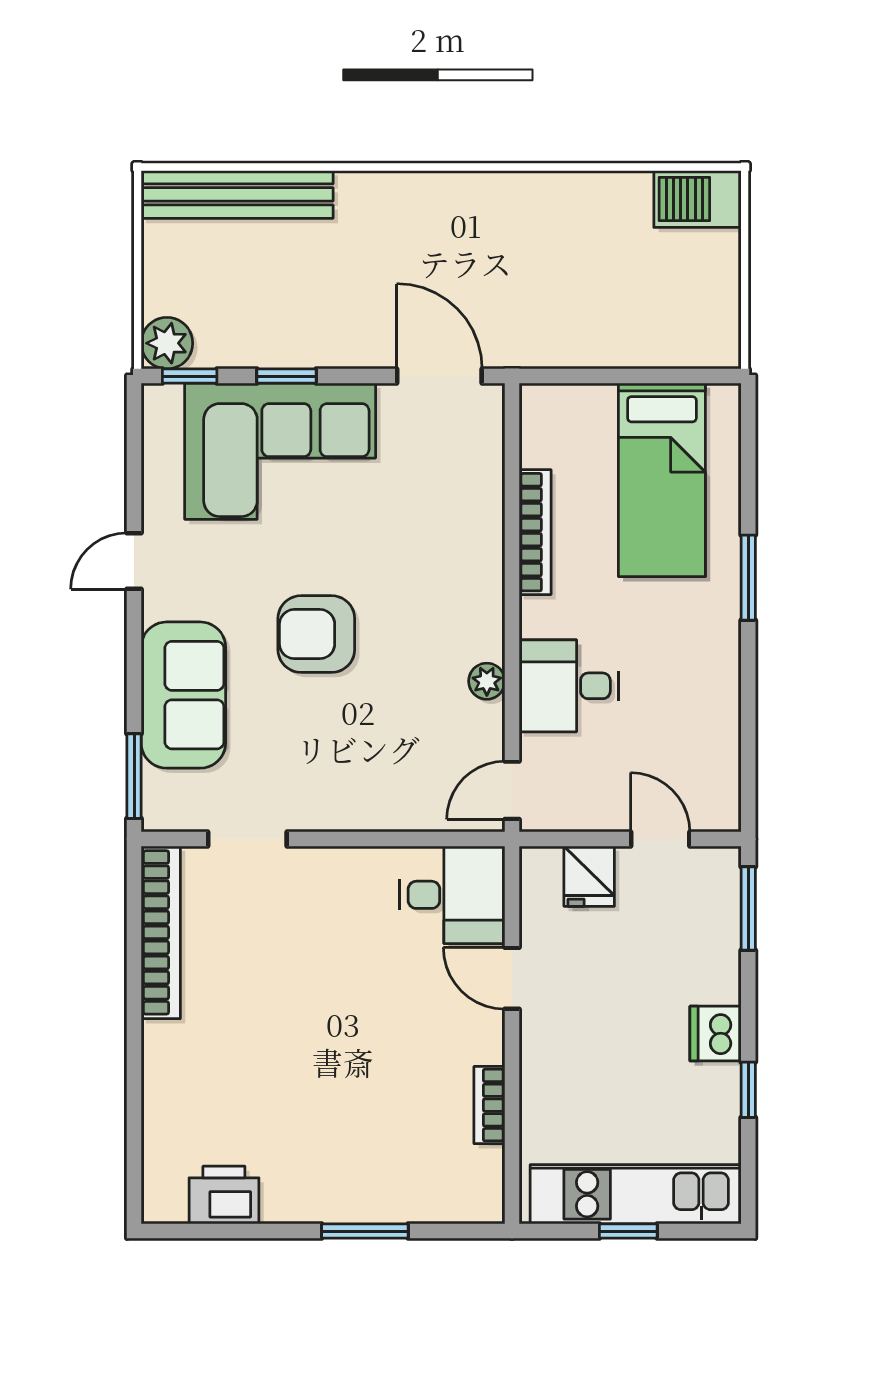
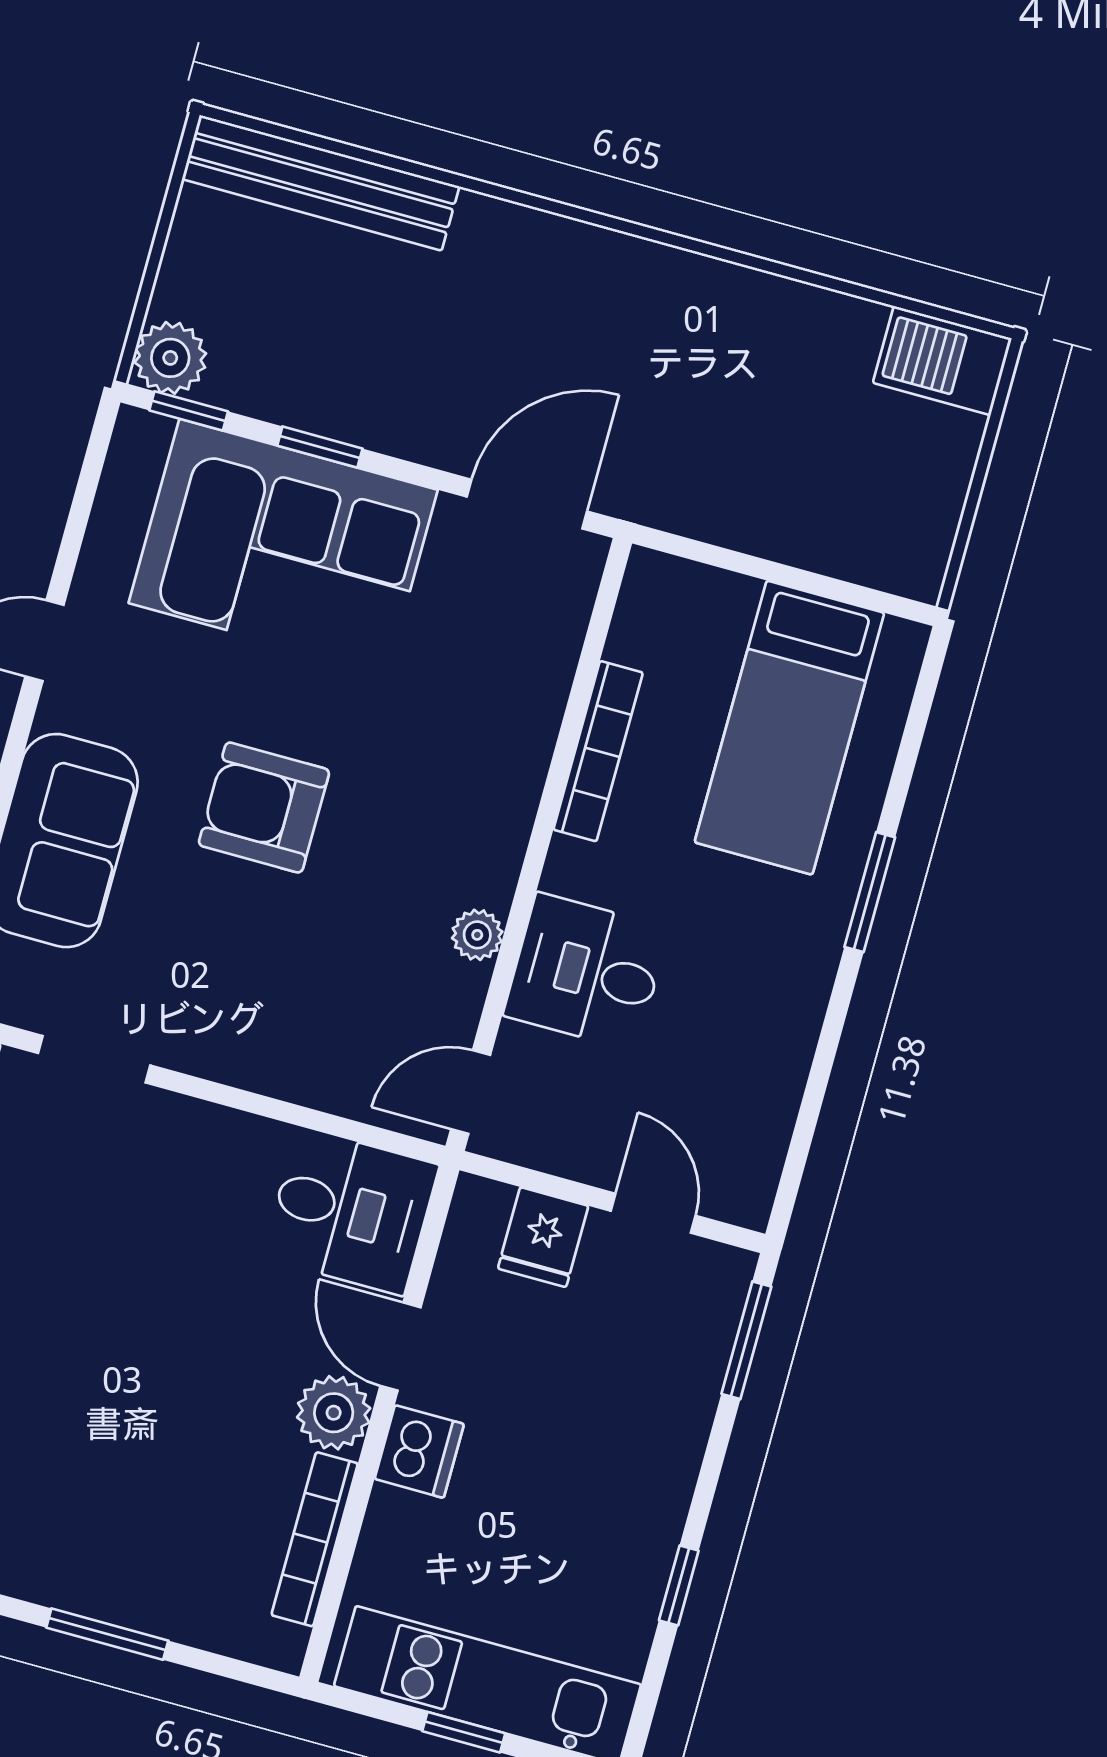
door: (439, 376) -> (527, 504), hinge flipped
dishwasher: (715, 1034) -> (419, 1451), moved, turned 180
plant: (479, 1036) -> (334, 1413), added
bookcase: (489, 1105) -> (315, 1539), width x1.56

